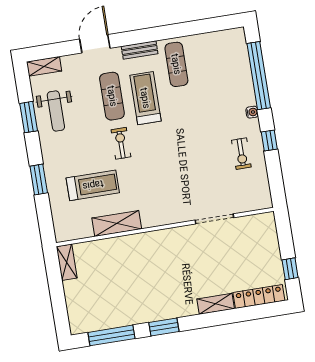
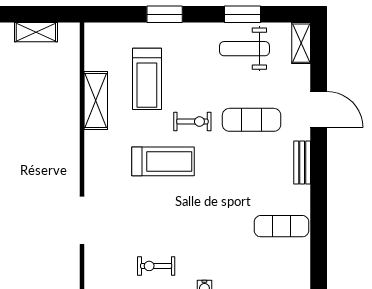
exercise mat: (176, 64) -> (281, 226), moved
treadmill: (145, 98) -> (163, 161), moved
shelving: (67, 262) -> (36, 32), moved

